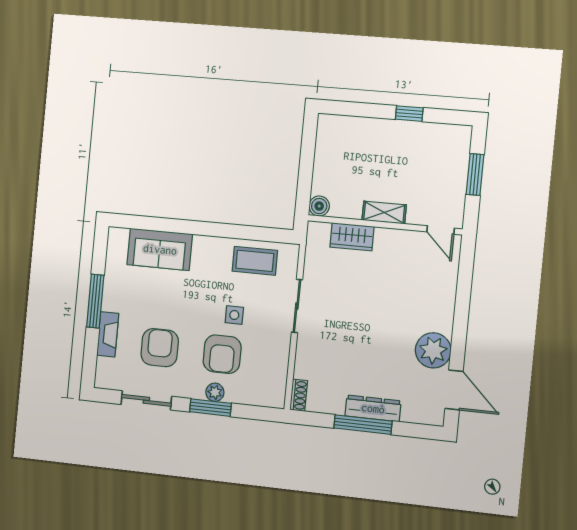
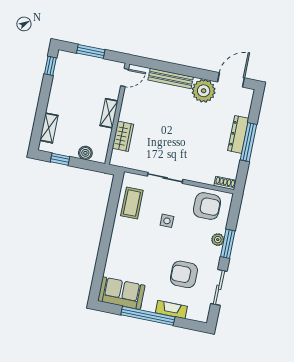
window: (409, 114) -> (50, 66), moved
shelving: (353, 125) -> (49, 128), added
window: (308, 148) -> (60, 159), added
boiler: (319, 206) -> (85, 153), moved
sofa: (160, 249) -> (121, 293), moved, turned -90
bench: (447, 299) -> (171, 78), added
window: (95, 301) -> (148, 316), width x1.46
armchair: (222, 354) -> (207, 206), moved

